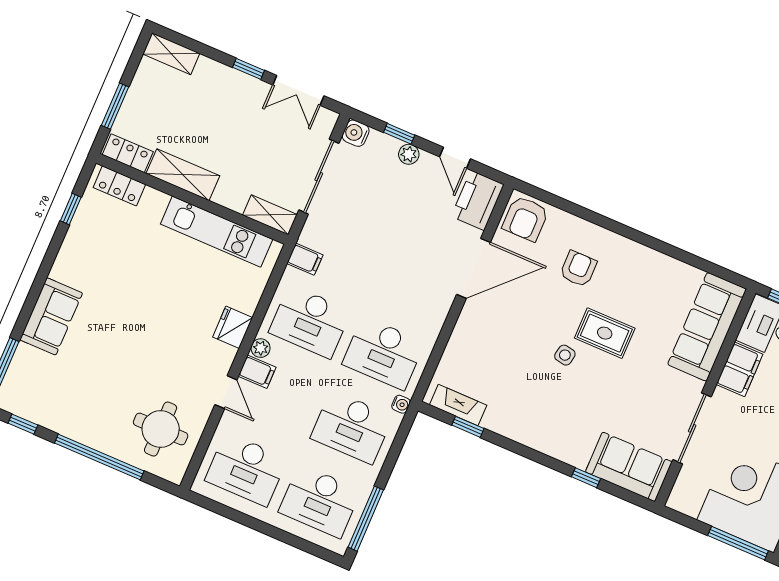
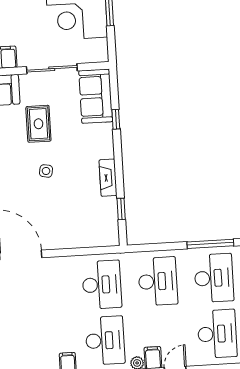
rug: (605, 333) -> (38, 124), moved
water cooler: (401, 404) -> (128, 258), removed
fireplace: (458, 405) -> (108, 178), moved

